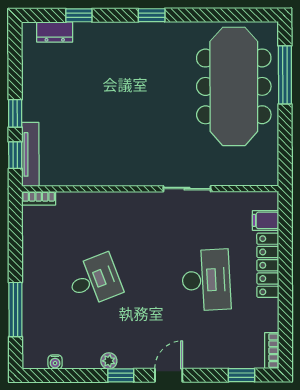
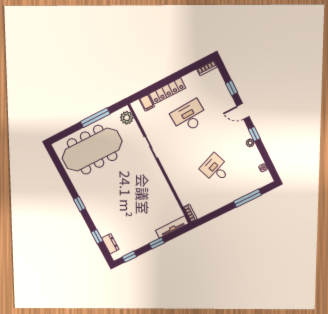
window: (285, 75) -> (95, 118), moved
window: (15, 155) -> (129, 257), moved
plant: (258, 174) -> (127, 118), added
window: (242, 375) -> (232, 88), moved

